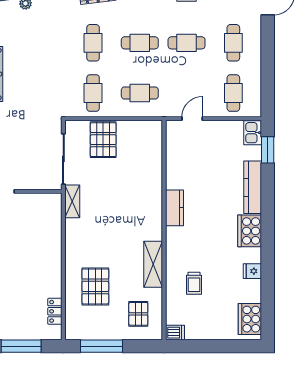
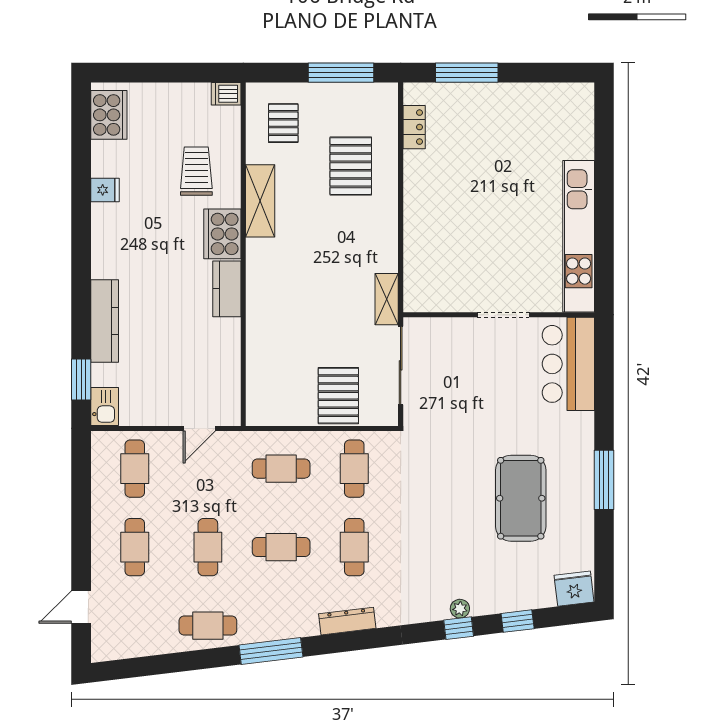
cafe table: (187, 43) -> (208, 547), turned 90
cooker: (250, 231) -> (222, 234), moved, turned 180
trolley: (194, 283) -> (196, 171), width x1.36, depth x1.39

